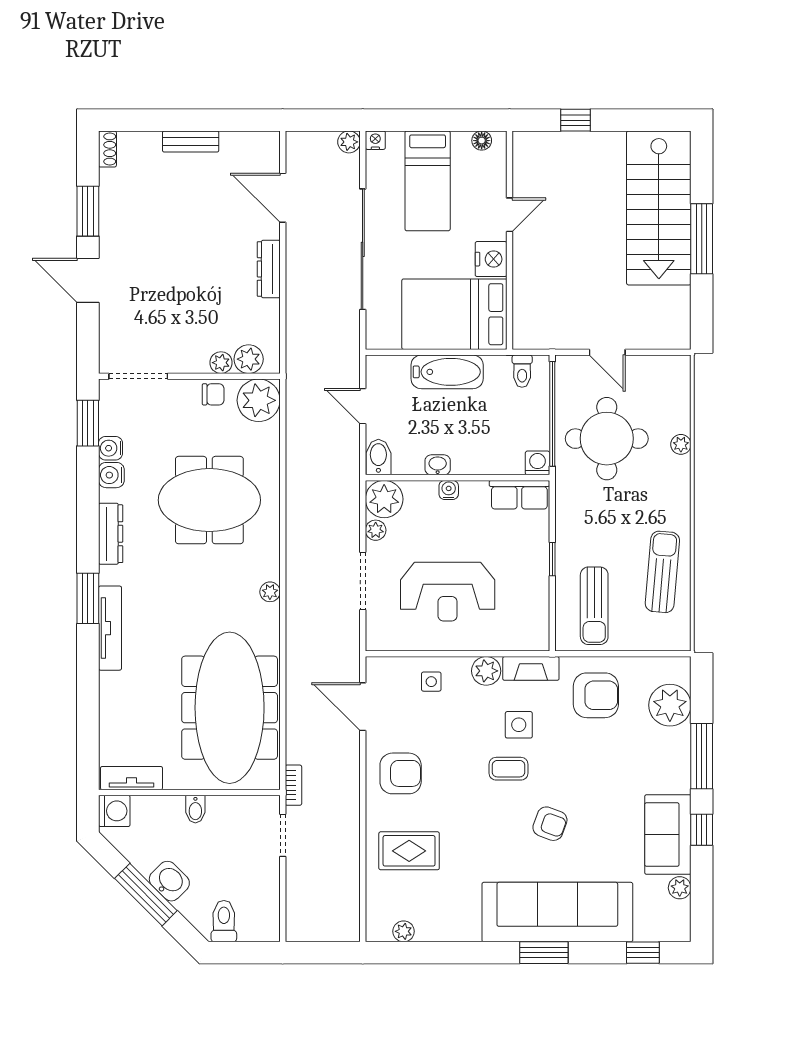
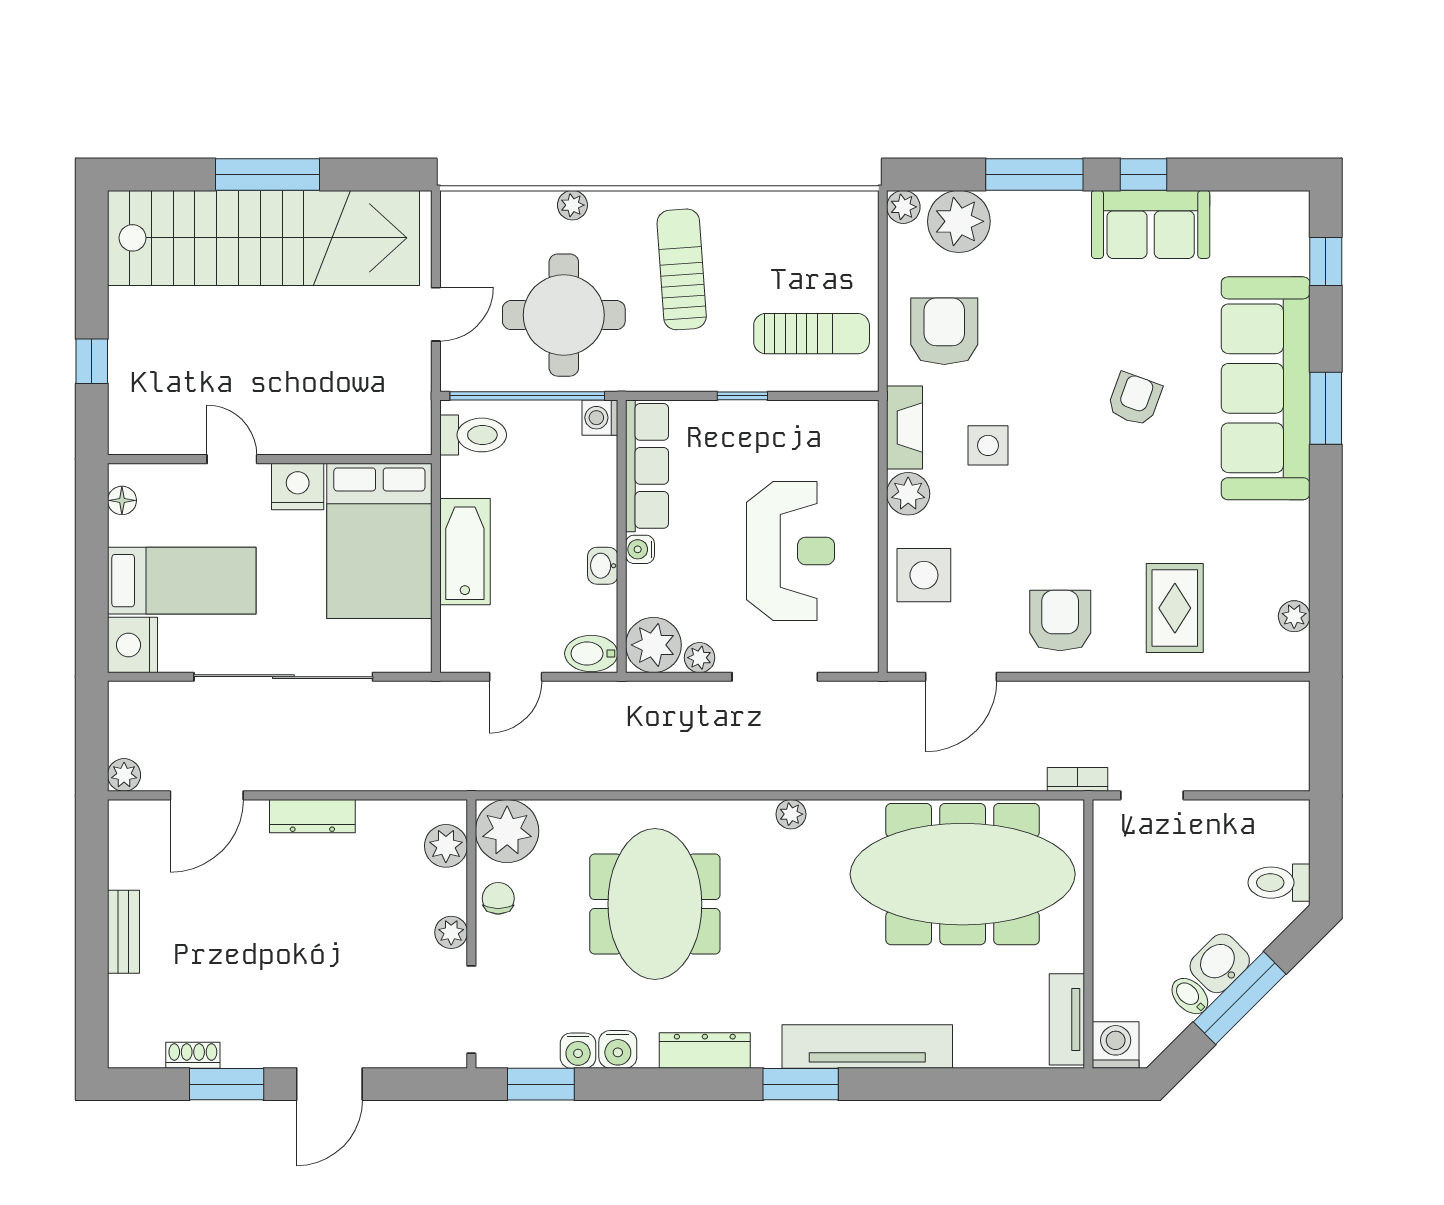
nightstand: (375, 140) -> (132, 645), width x1.89, depth x1.79
plant: (349, 142) -> (124, 775), moved
shoe rack: (107, 149) -> (193, 1055), moved
stairs: (659, 208) -> (263, 238), width x1.36
plant: (221, 363) -> (451, 932), moved
toilet: (522, 371) -> (473, 435), width x1.37, depth x1.39
row of seats: (519, 495) -> (647, 466), width x1.48
sun lounger: (662, 572) -> (682, 269), moved, turned 81
tv unit: (110, 628) -> (867, 1046), width x1.36, depth x1.29
side table: (431, 682) -> (924, 575), width x1.87, depth x1.87
coffee table: (508, 769) -> (1053, 461), removed
bidet: (195, 809) -> (1190, 996), moved, turned -135
plant: (680, 888) -> (903, 207), moved

